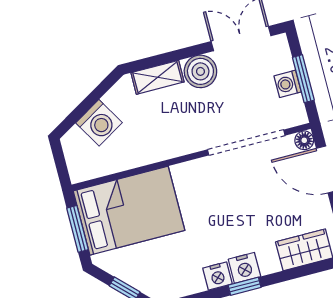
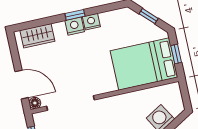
window: (78, 229) -> (176, 54), width x0.67

